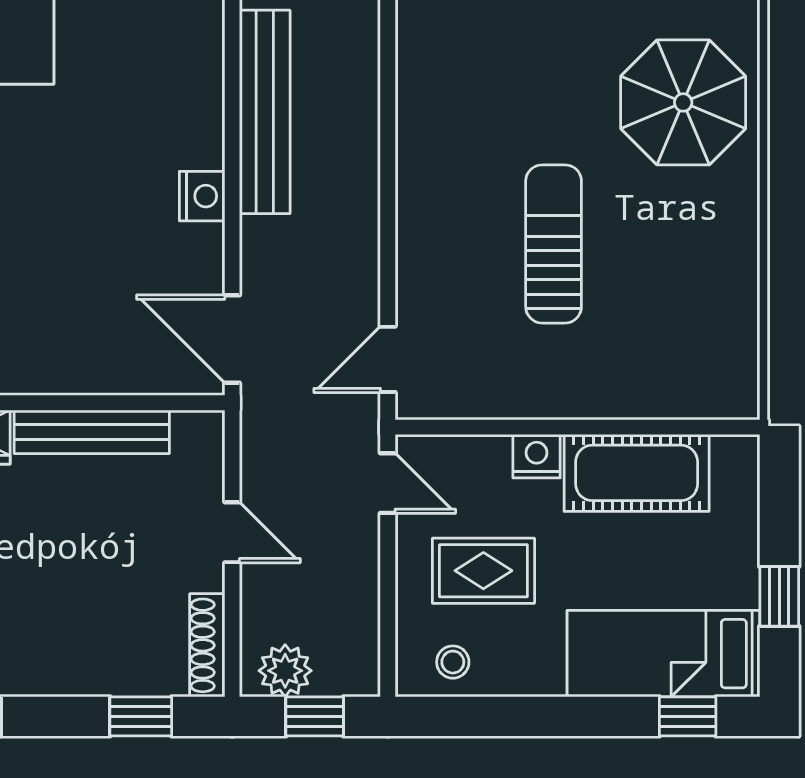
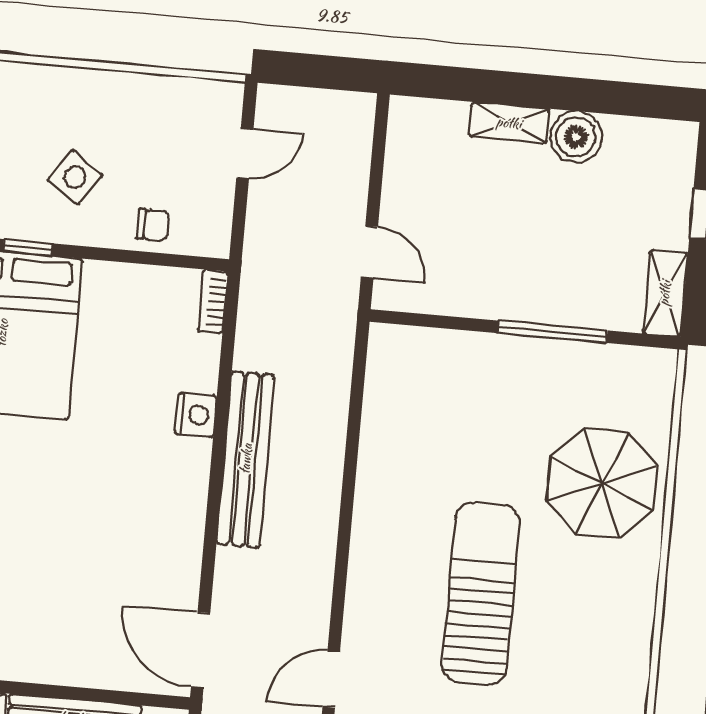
nightstand: (202, 196) -> (196, 415), moved
sun lounger: (554, 244) -> (481, 594), width x1.36, depth x1.34

